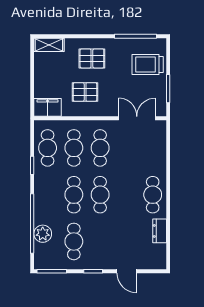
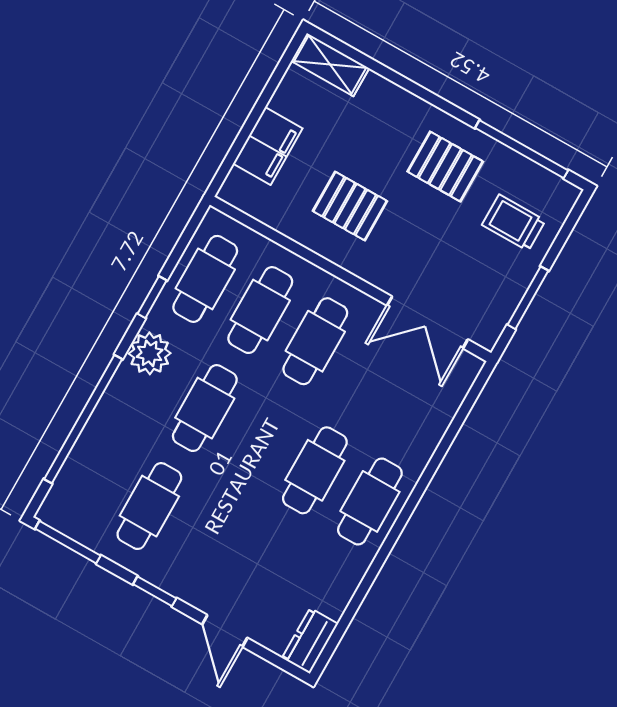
pallet: (92, 58) -> (445, 167), moved
trolley: (148, 64) -> (514, 223), width x0.73, depth x0.72
filing cabinet: (48, 107) -> (268, 146), moved, turned 90
double door: (137, 118) -> (427, 322), swing flipped
cafe table: (100, 195) -> (315, 470), moved
dresser: (160, 231) -> (310, 641), moved
plant: (43, 234) -> (150, 353), moved

